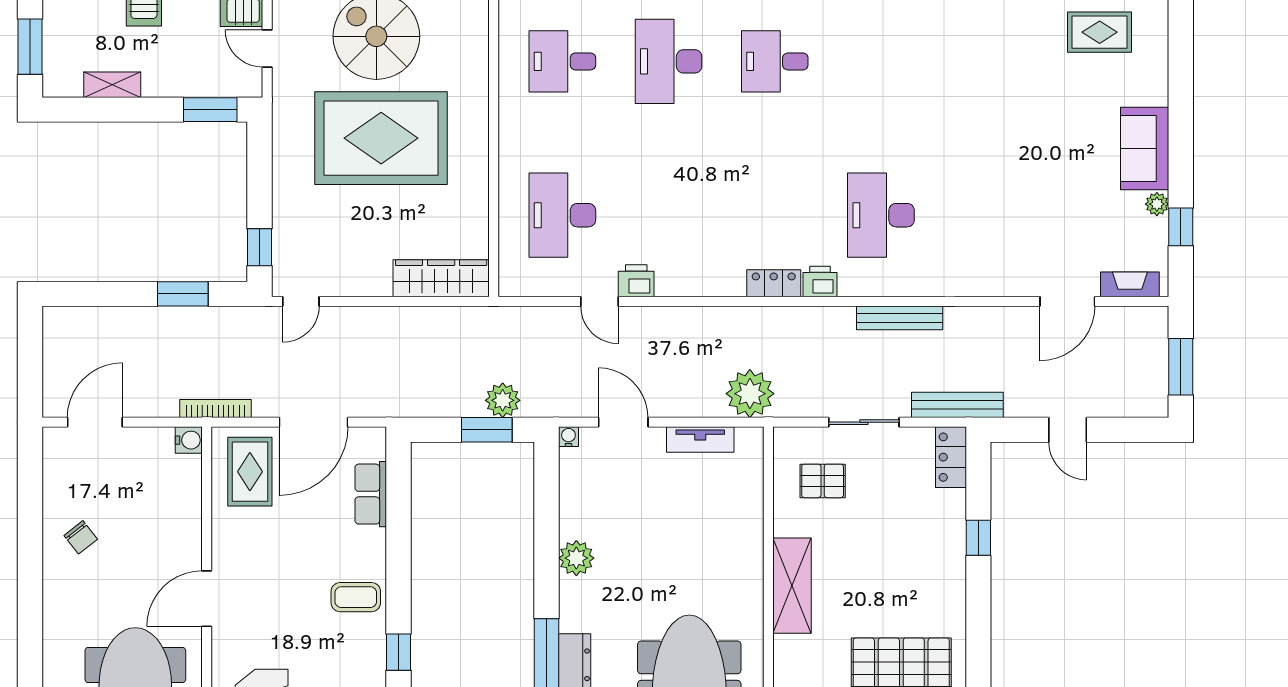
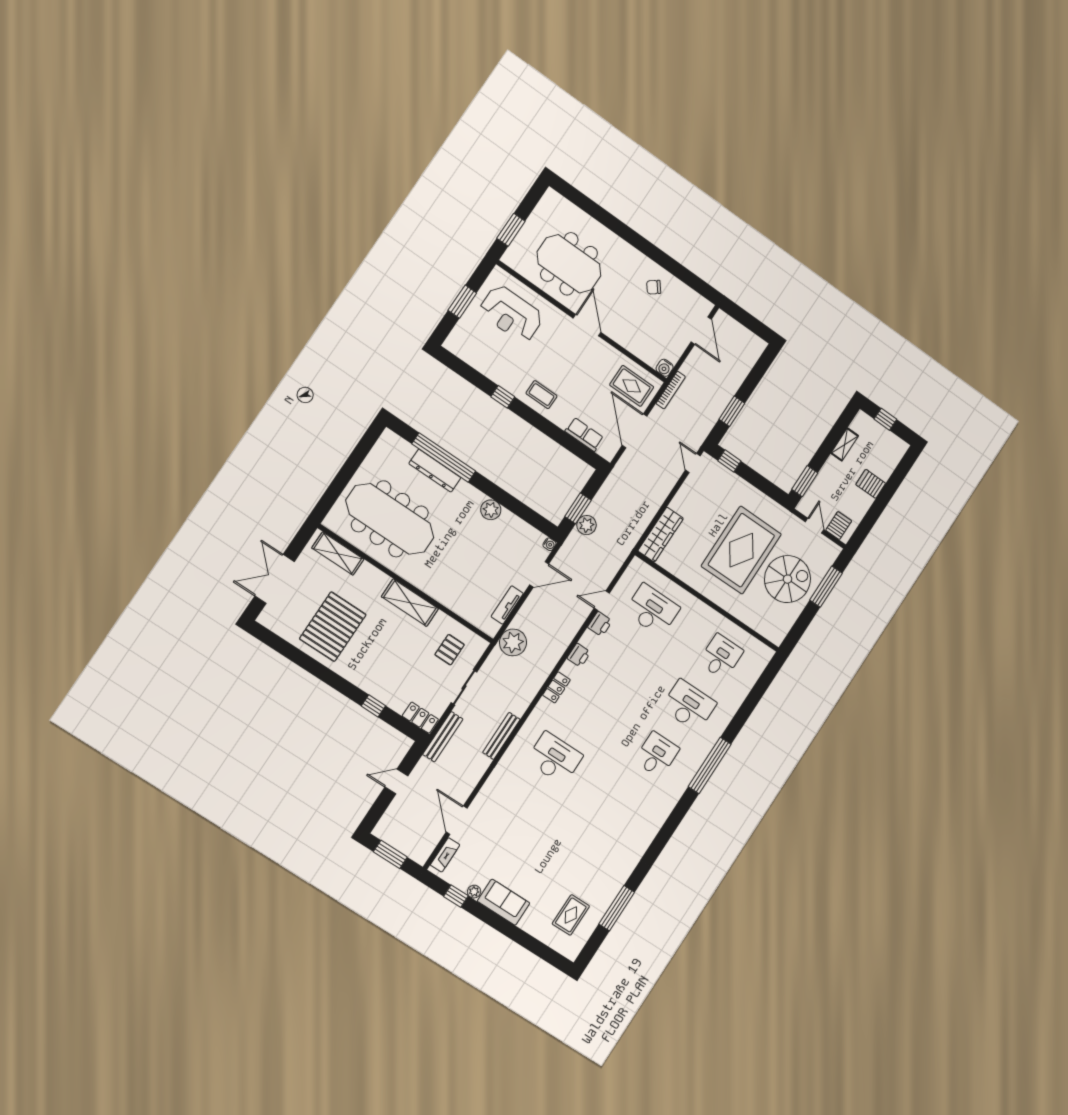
window: (30, 47) -> (885, 419), width x0.67
door: (267, 48) -> (815, 526), hinge flipped
printer: (820, 281) -> (579, 655), moved
coffee table: (356, 597) -> (541, 395), turned 90

